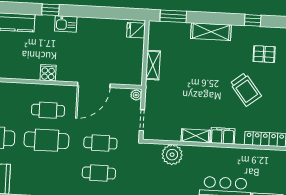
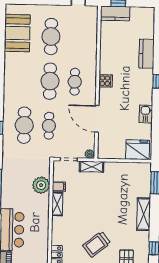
kitchen sink: (66, 24) -> (146, 114), moved
fridge: (136, 30) -> (138, 150), width x1.88, depth x1.34
shelving: (153, 65) -> (92, 167), moved
filing cabinet: (223, 136) -> (59, 187), moved, width x0.50
cafe table: (99, 173) -> (24, 125), width x1.37, depth x1.35

